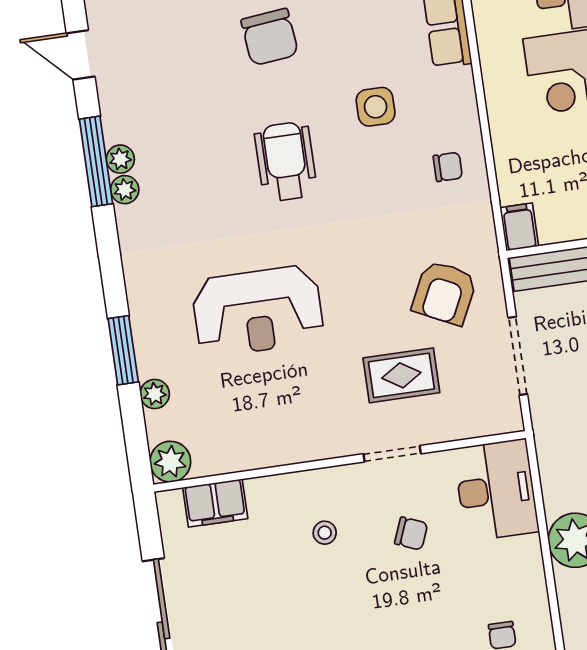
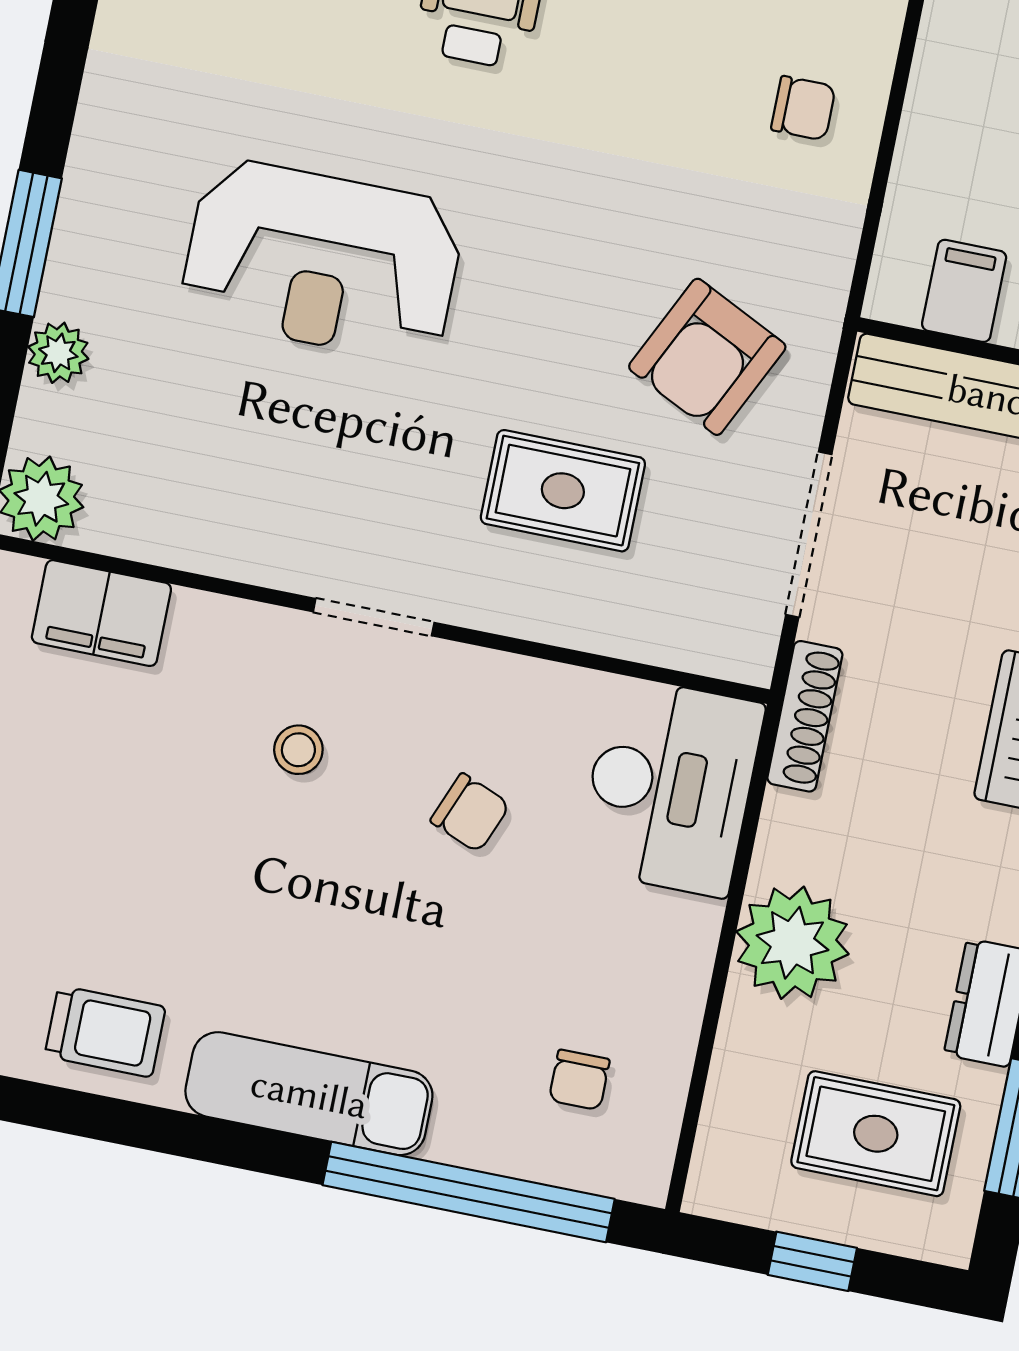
filing cabinet: (519, 227) -> (964, 291), moved
shoe rack: (545, 437) -> (805, 716), added
doorway: (392, 454) -> (374, 617), moved

